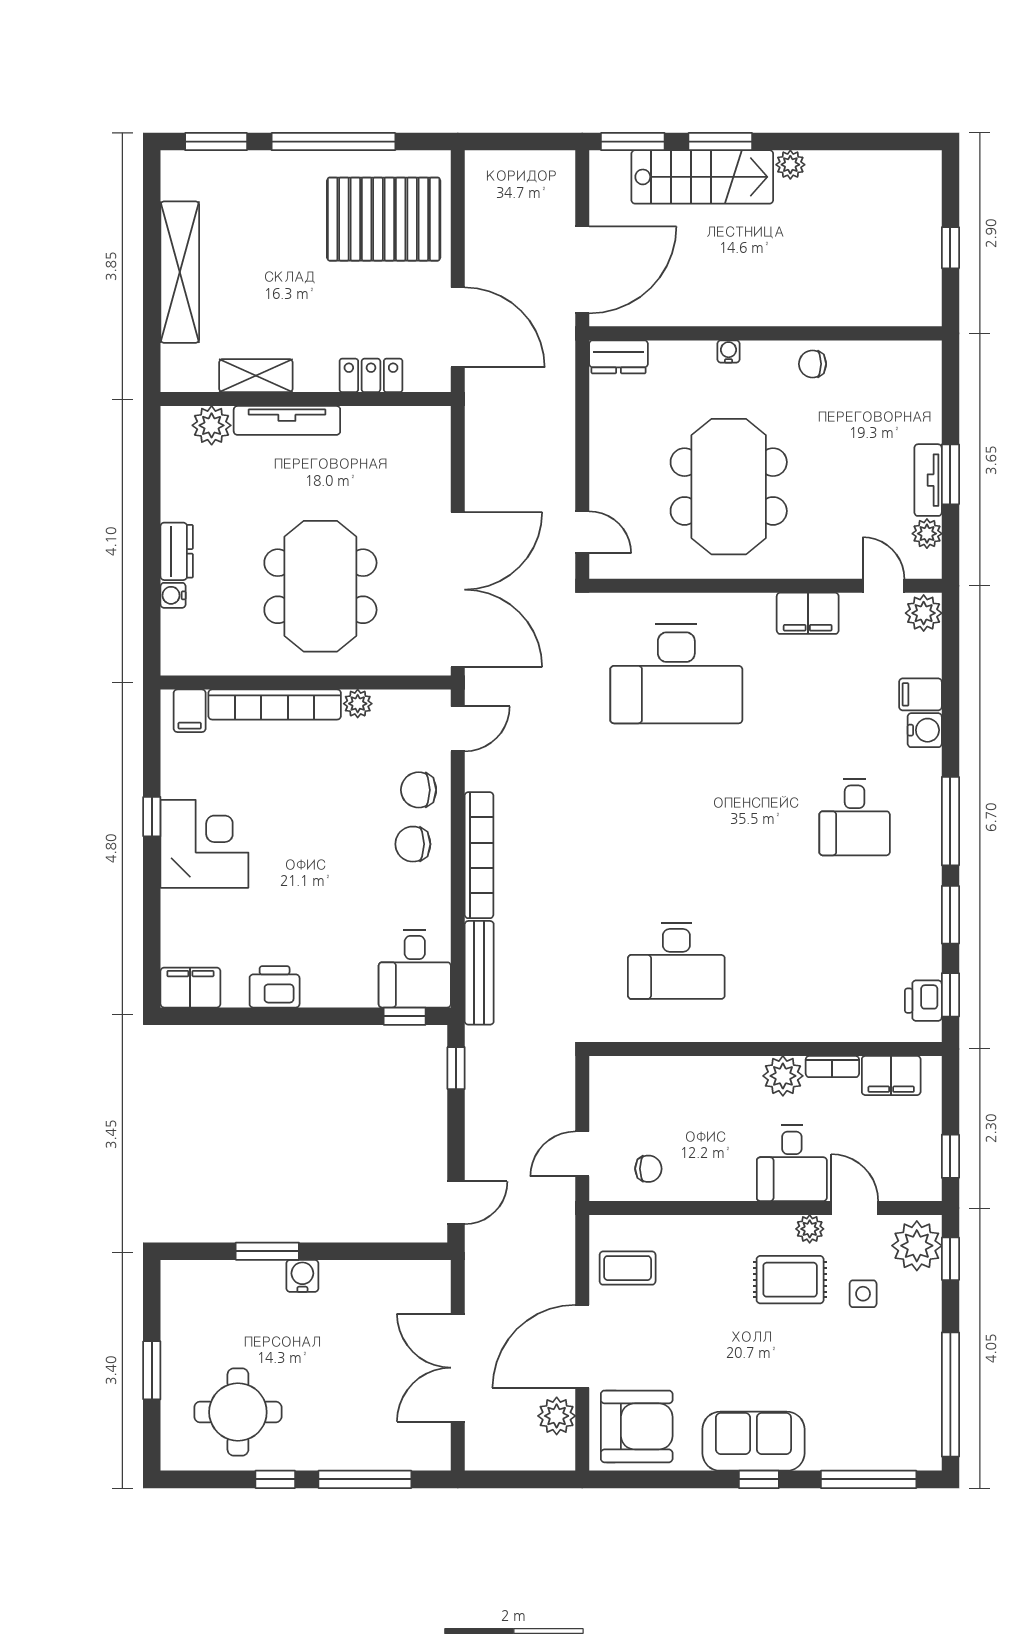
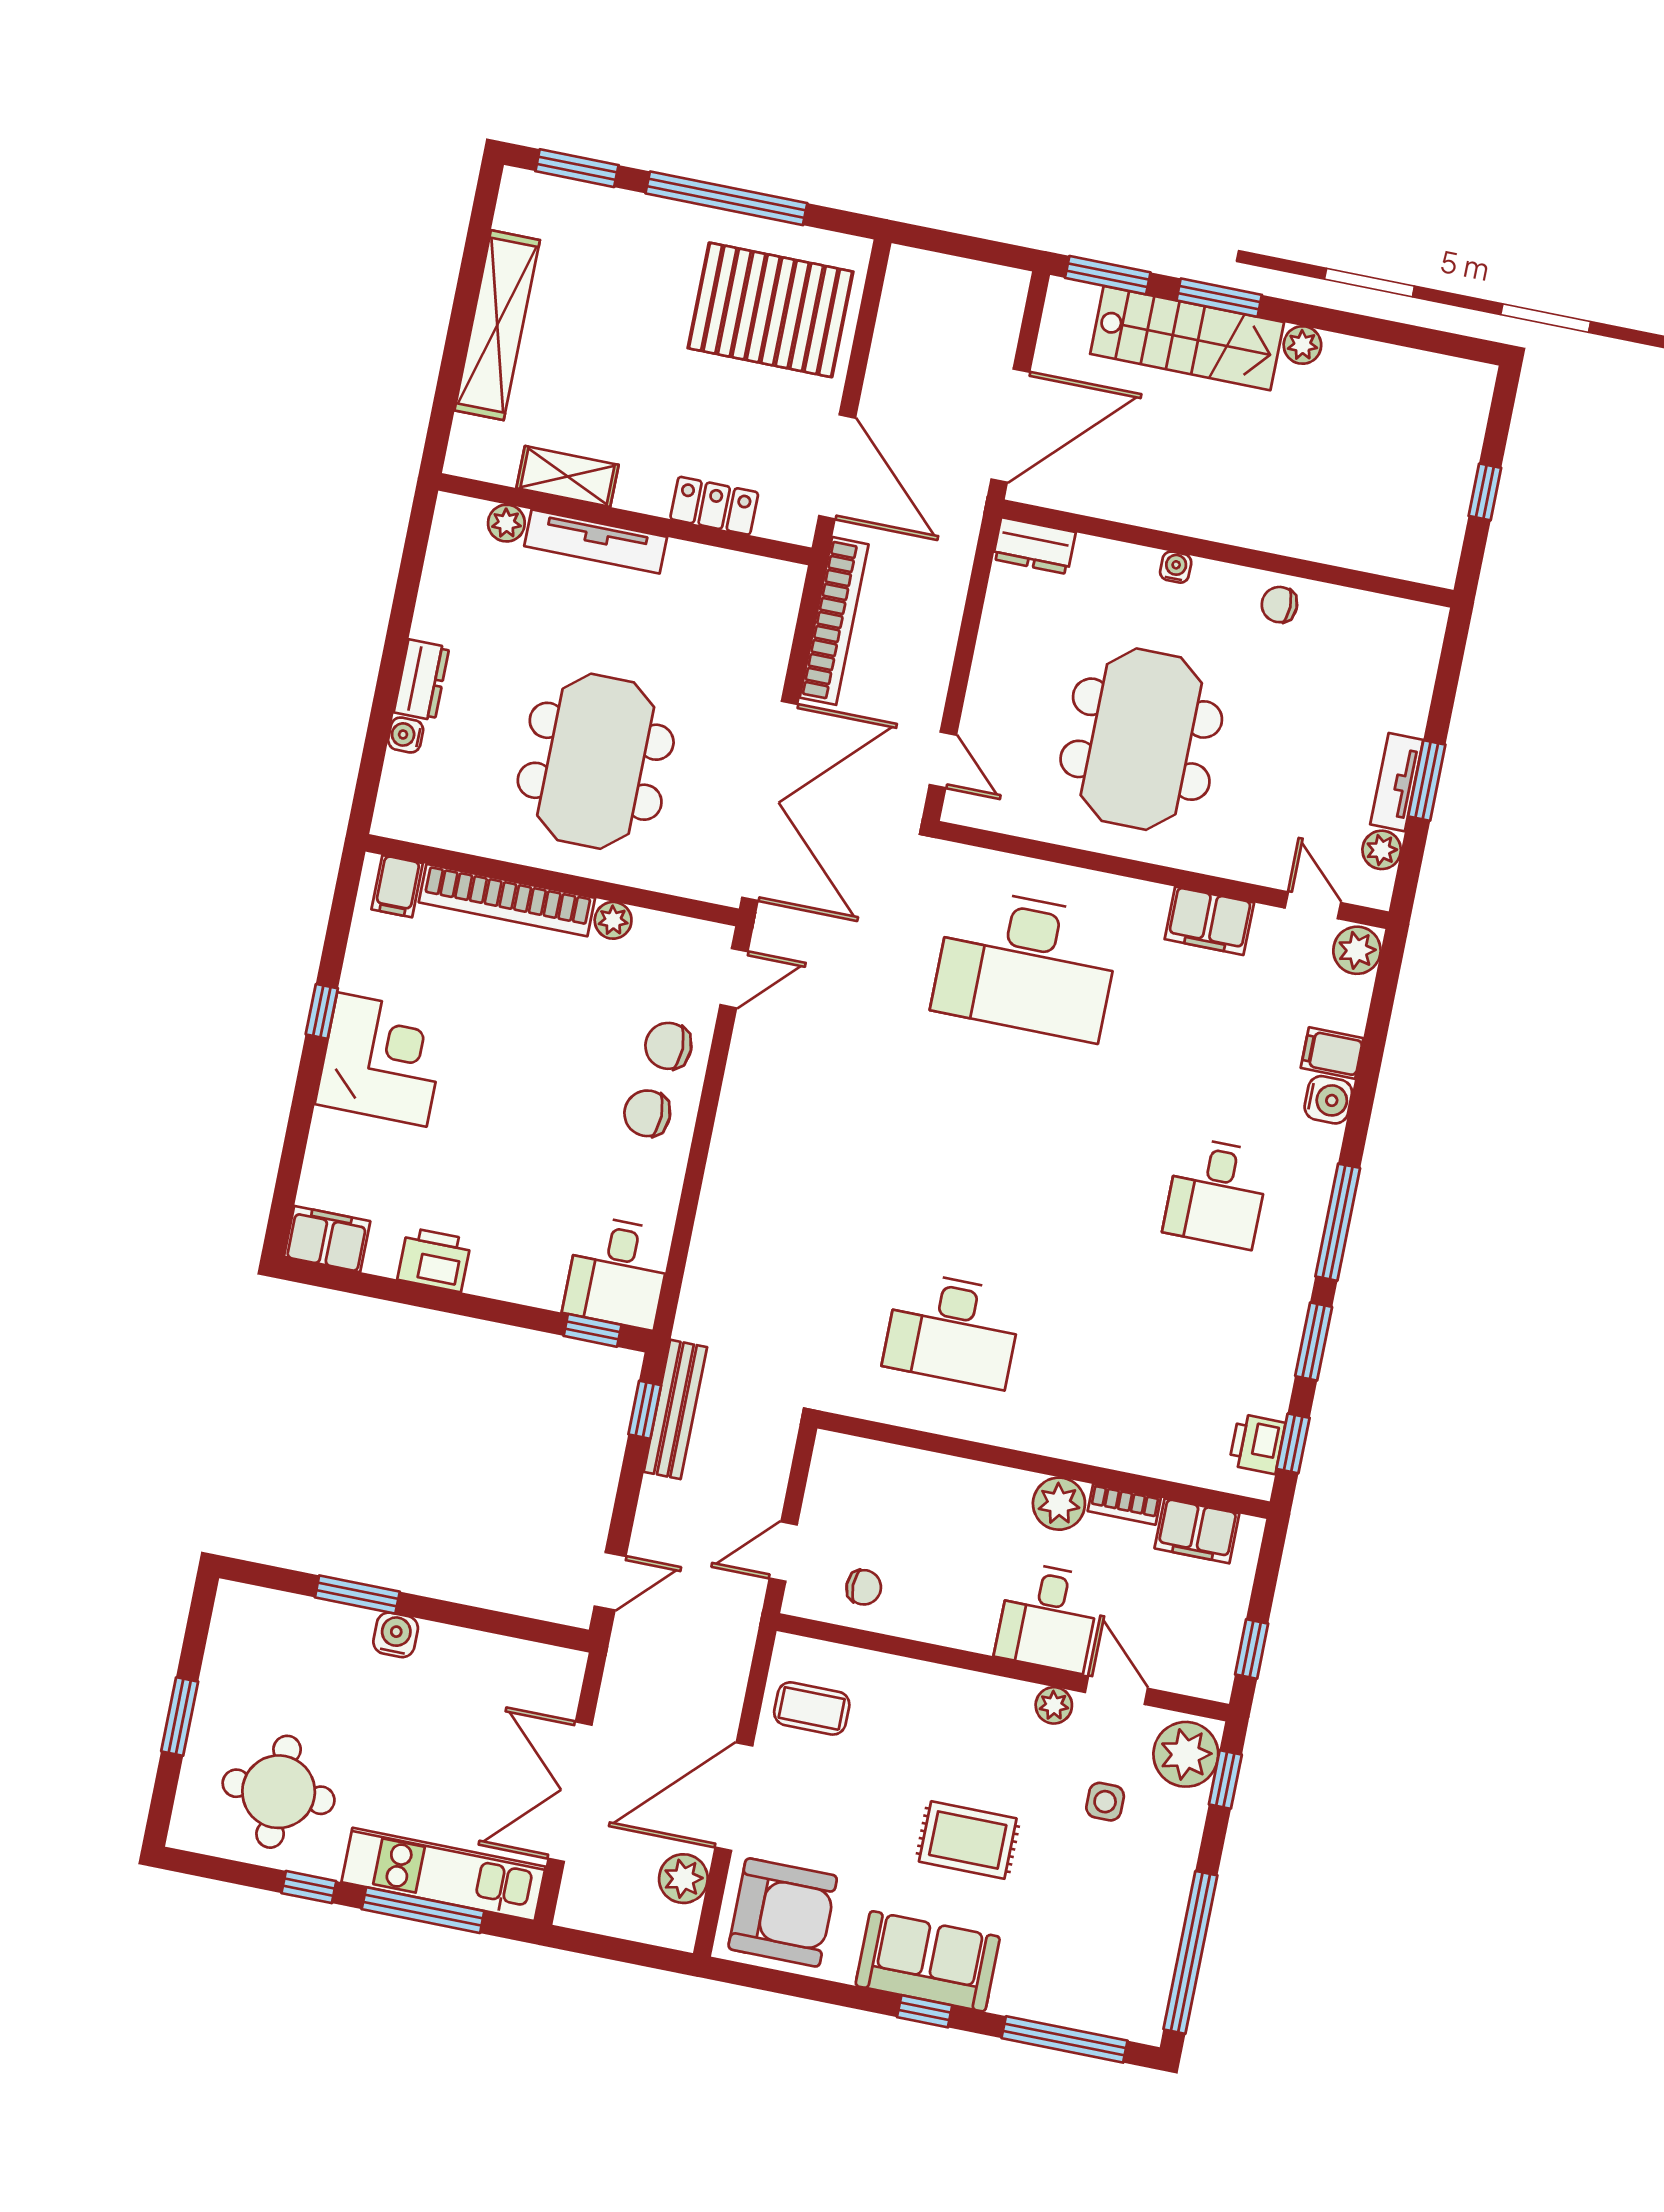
plant: (212, 425) -> (506, 523), width x0.73, depth x0.73
bookcase: (479, 855) -> (834, 621), moved
bench: (479, 973) -> (675, 1409), moved
rug: (790, 1280) -> (968, 1840), moved
kitchen unit: (375, 1449) -> (444, 1874), added

